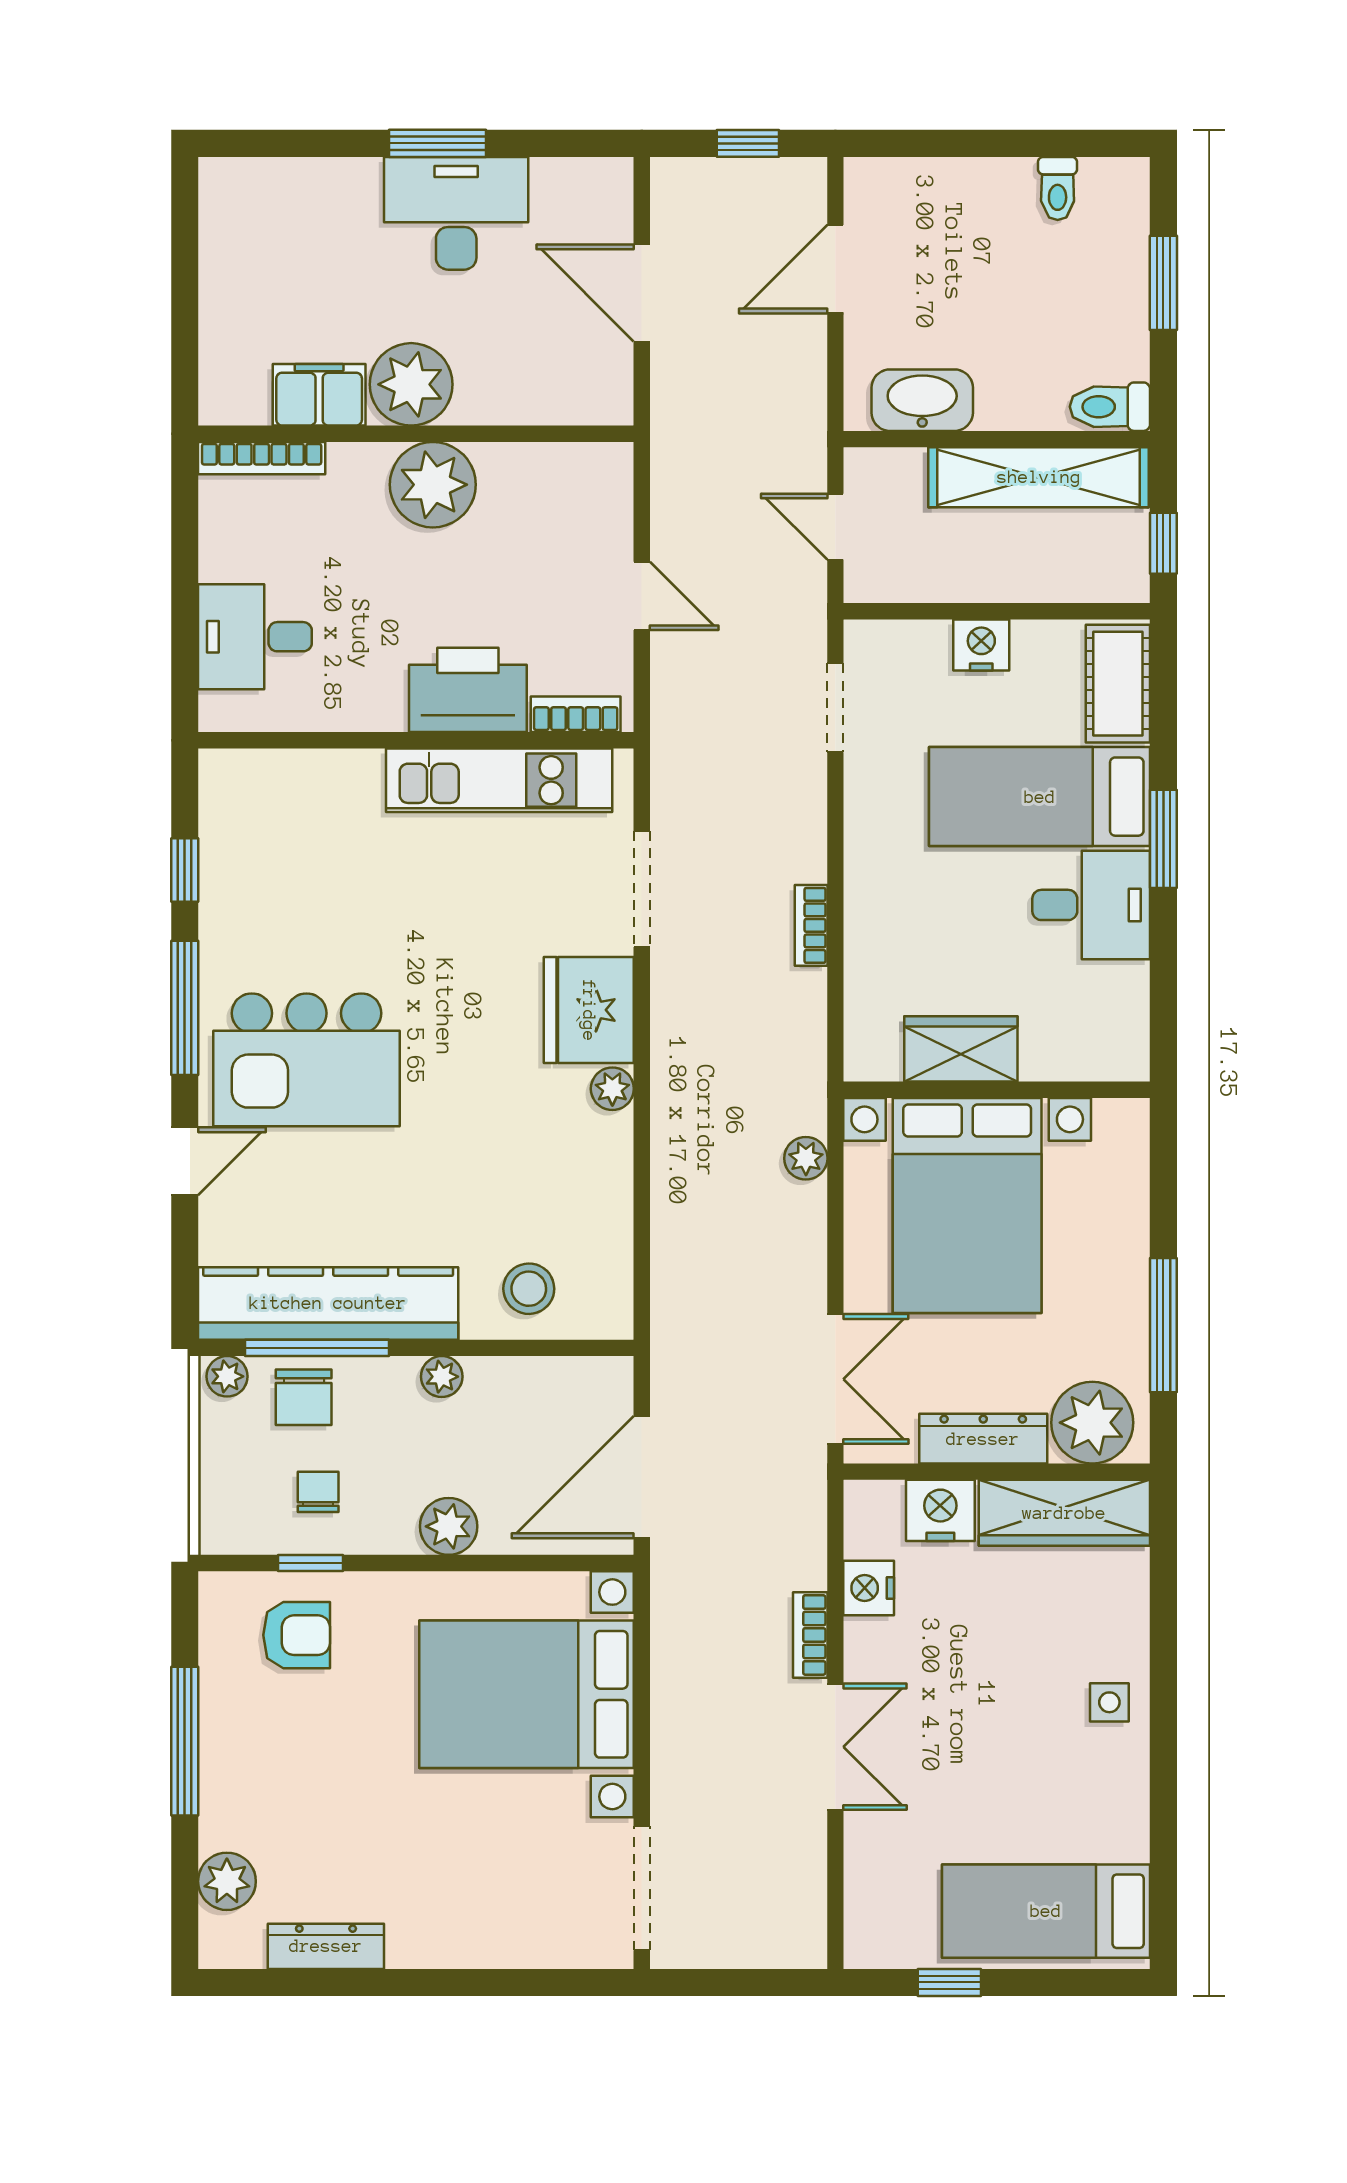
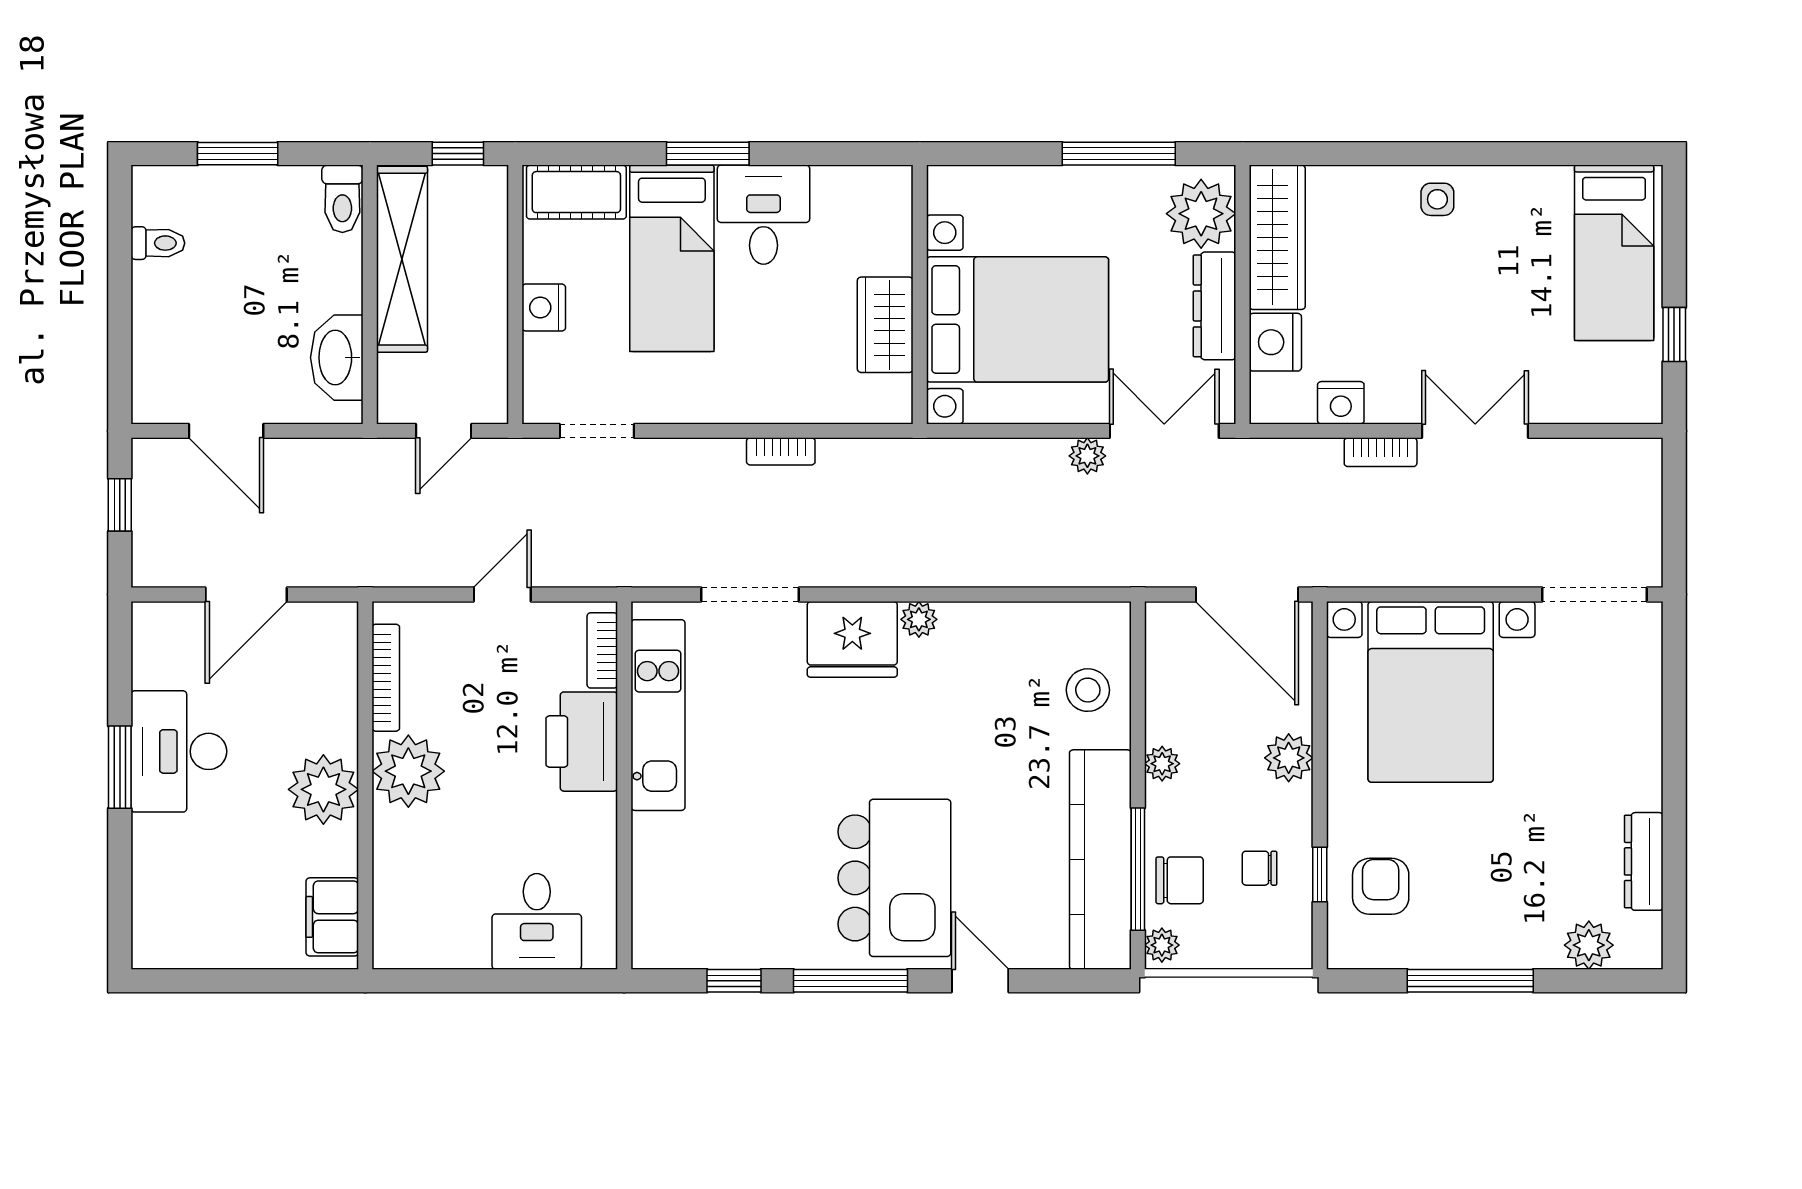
filing cabinet: (319, 395) -> (332, 917), moved
bookcase: (262, 458) -> (386, 678), moved
plant: (806, 1158) -> (1087, 456), moved

